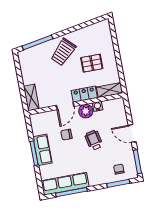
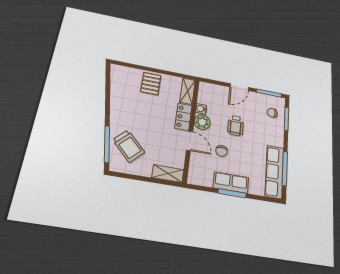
trolley: (63, 52) -> (129, 146), moved
pallet: (92, 63) -> (151, 84), moved
wheelchair: (94, 140) -> (236, 126), turned -78

